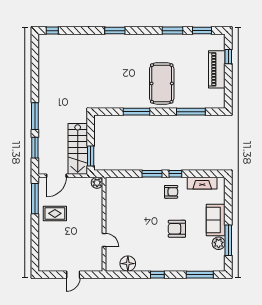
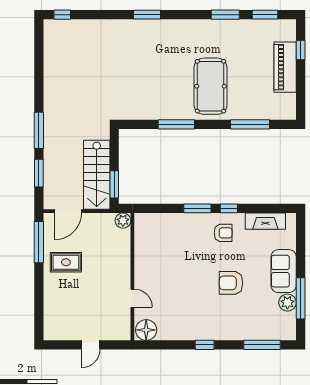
floor lamp: (128, 264) -> (146, 330), moved

